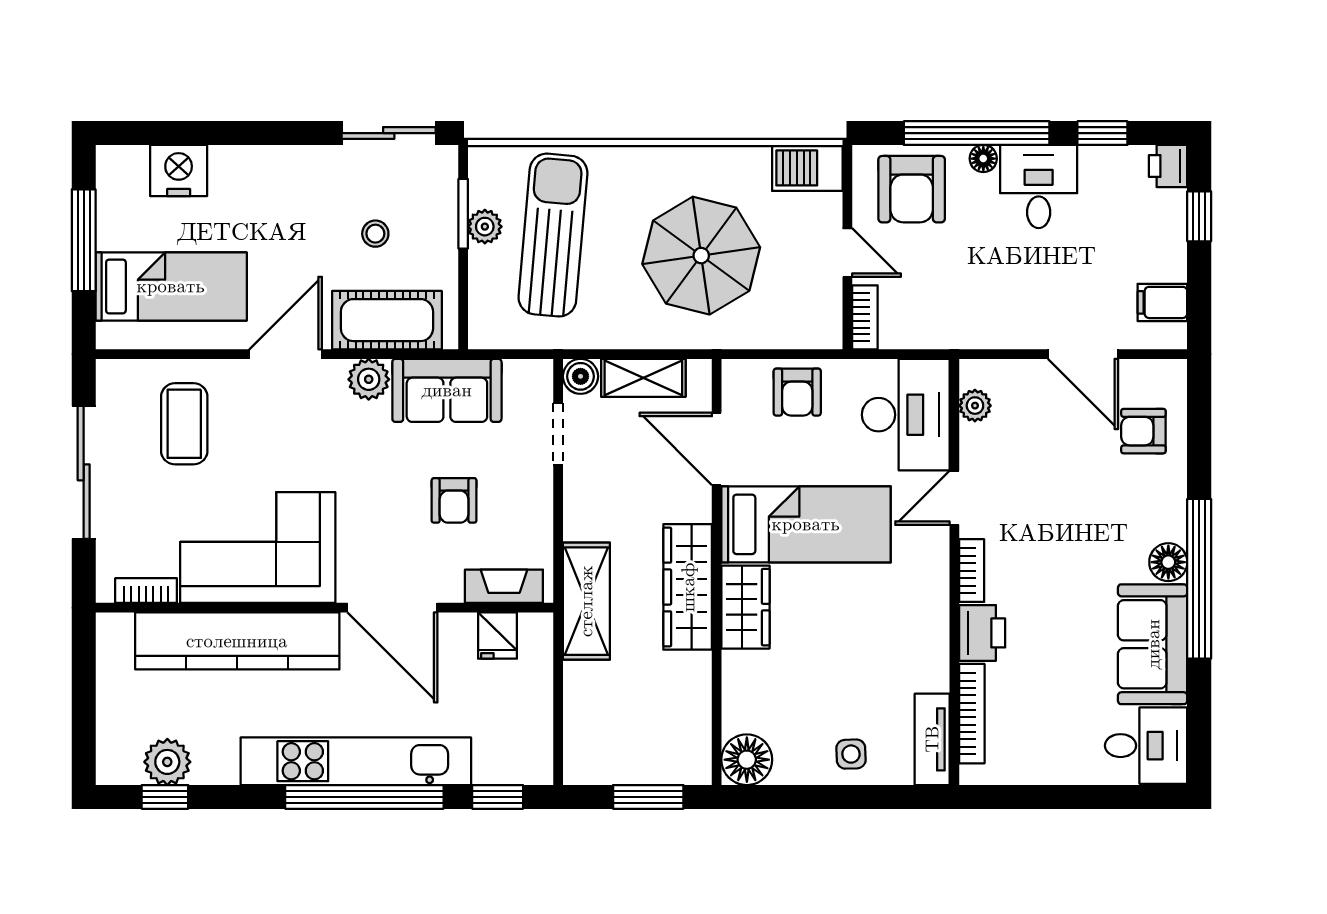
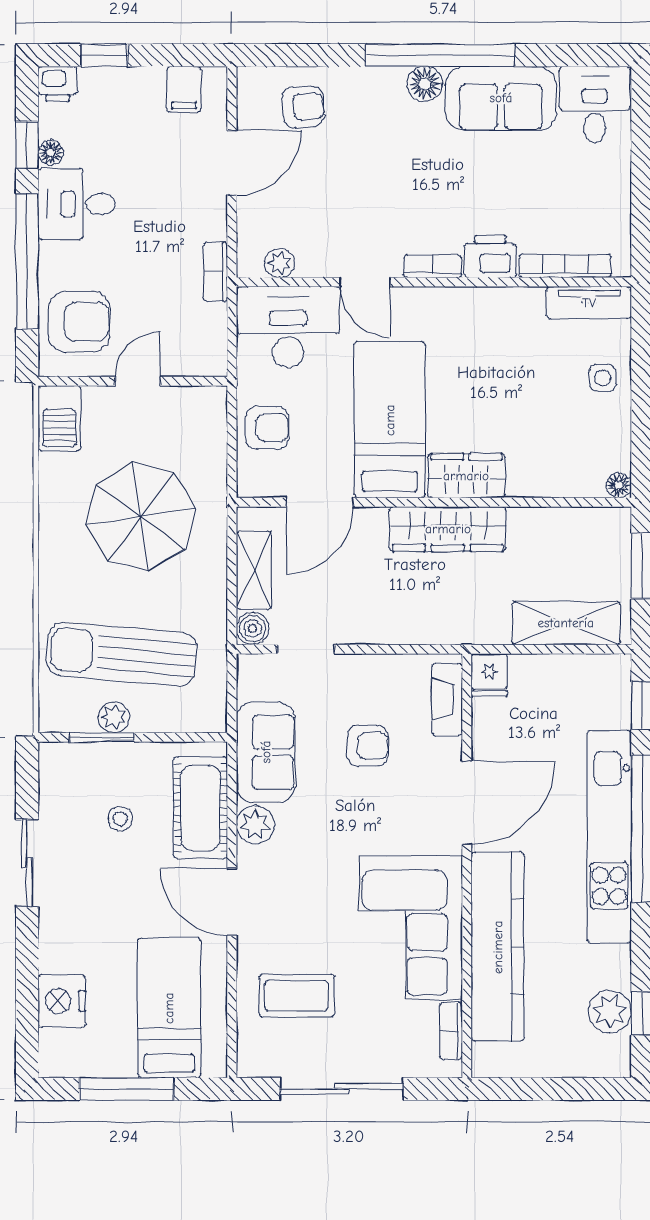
sliding door: (389, 133) -> (27, 863), moved
floor lamp: (983, 159) -> (51, 153), moved
bookcase: (865, 317) -> (216, 272), moved, turned -90
armchair: (1143, 431) -> (303, 107), turned -94
shelving: (586, 601) -> (566, 623), moved
fridge: (498, 635) -> (489, 675), moved, turned 90
floor lamp: (747, 760) -> (619, 485), width x0.53, depth x0.53

